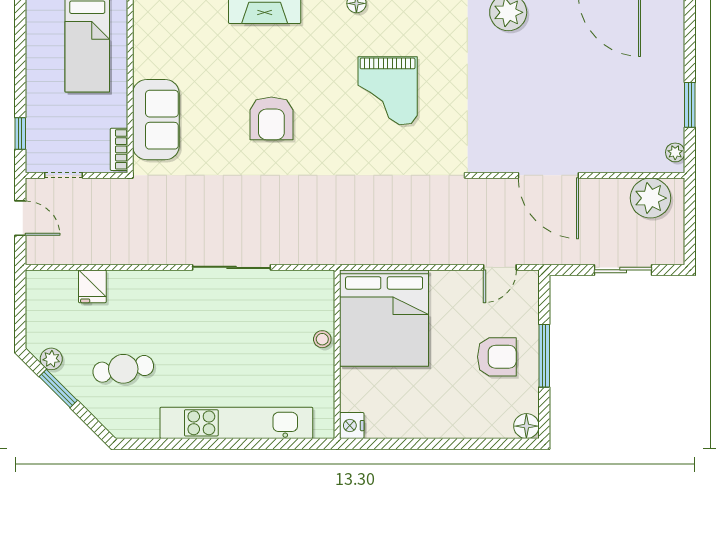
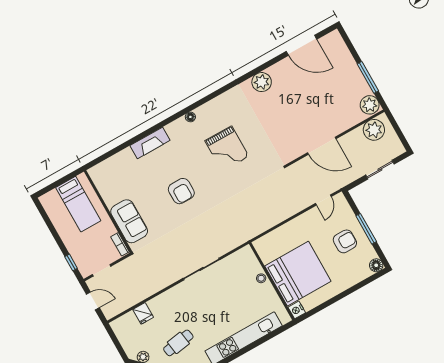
window: (690, 105) -> (368, 77), width x1.44
plant: (675, 152) -> (370, 105), width x1.88, depth x1.88
bed: (384, 318) -> (298, 274), moved, turned -90

